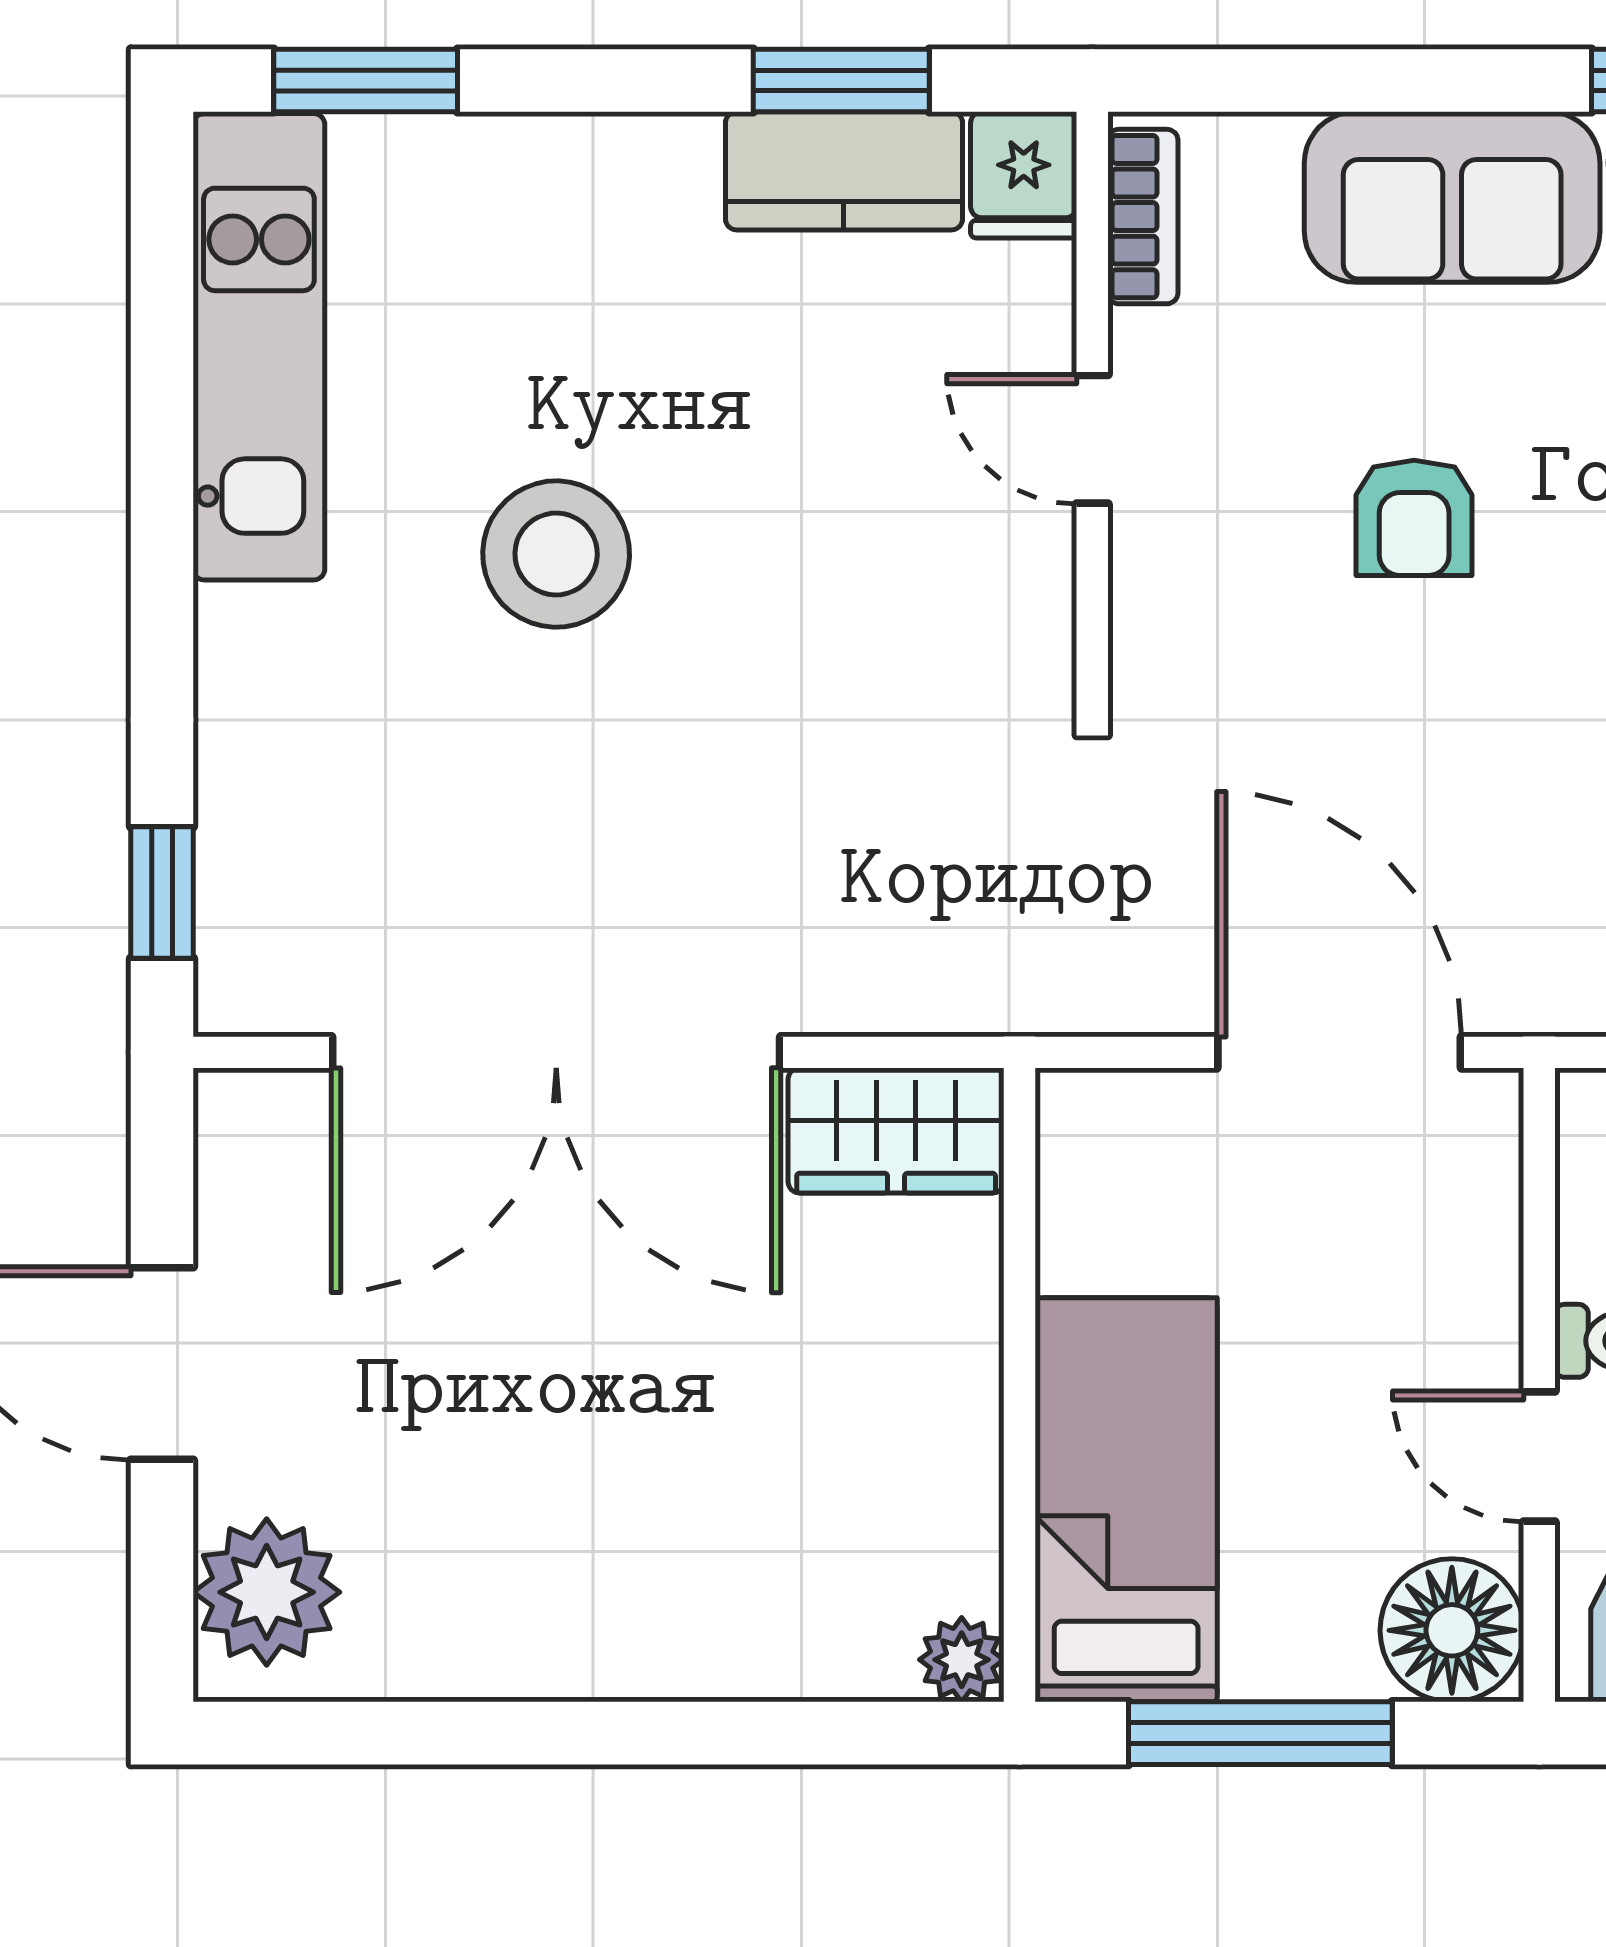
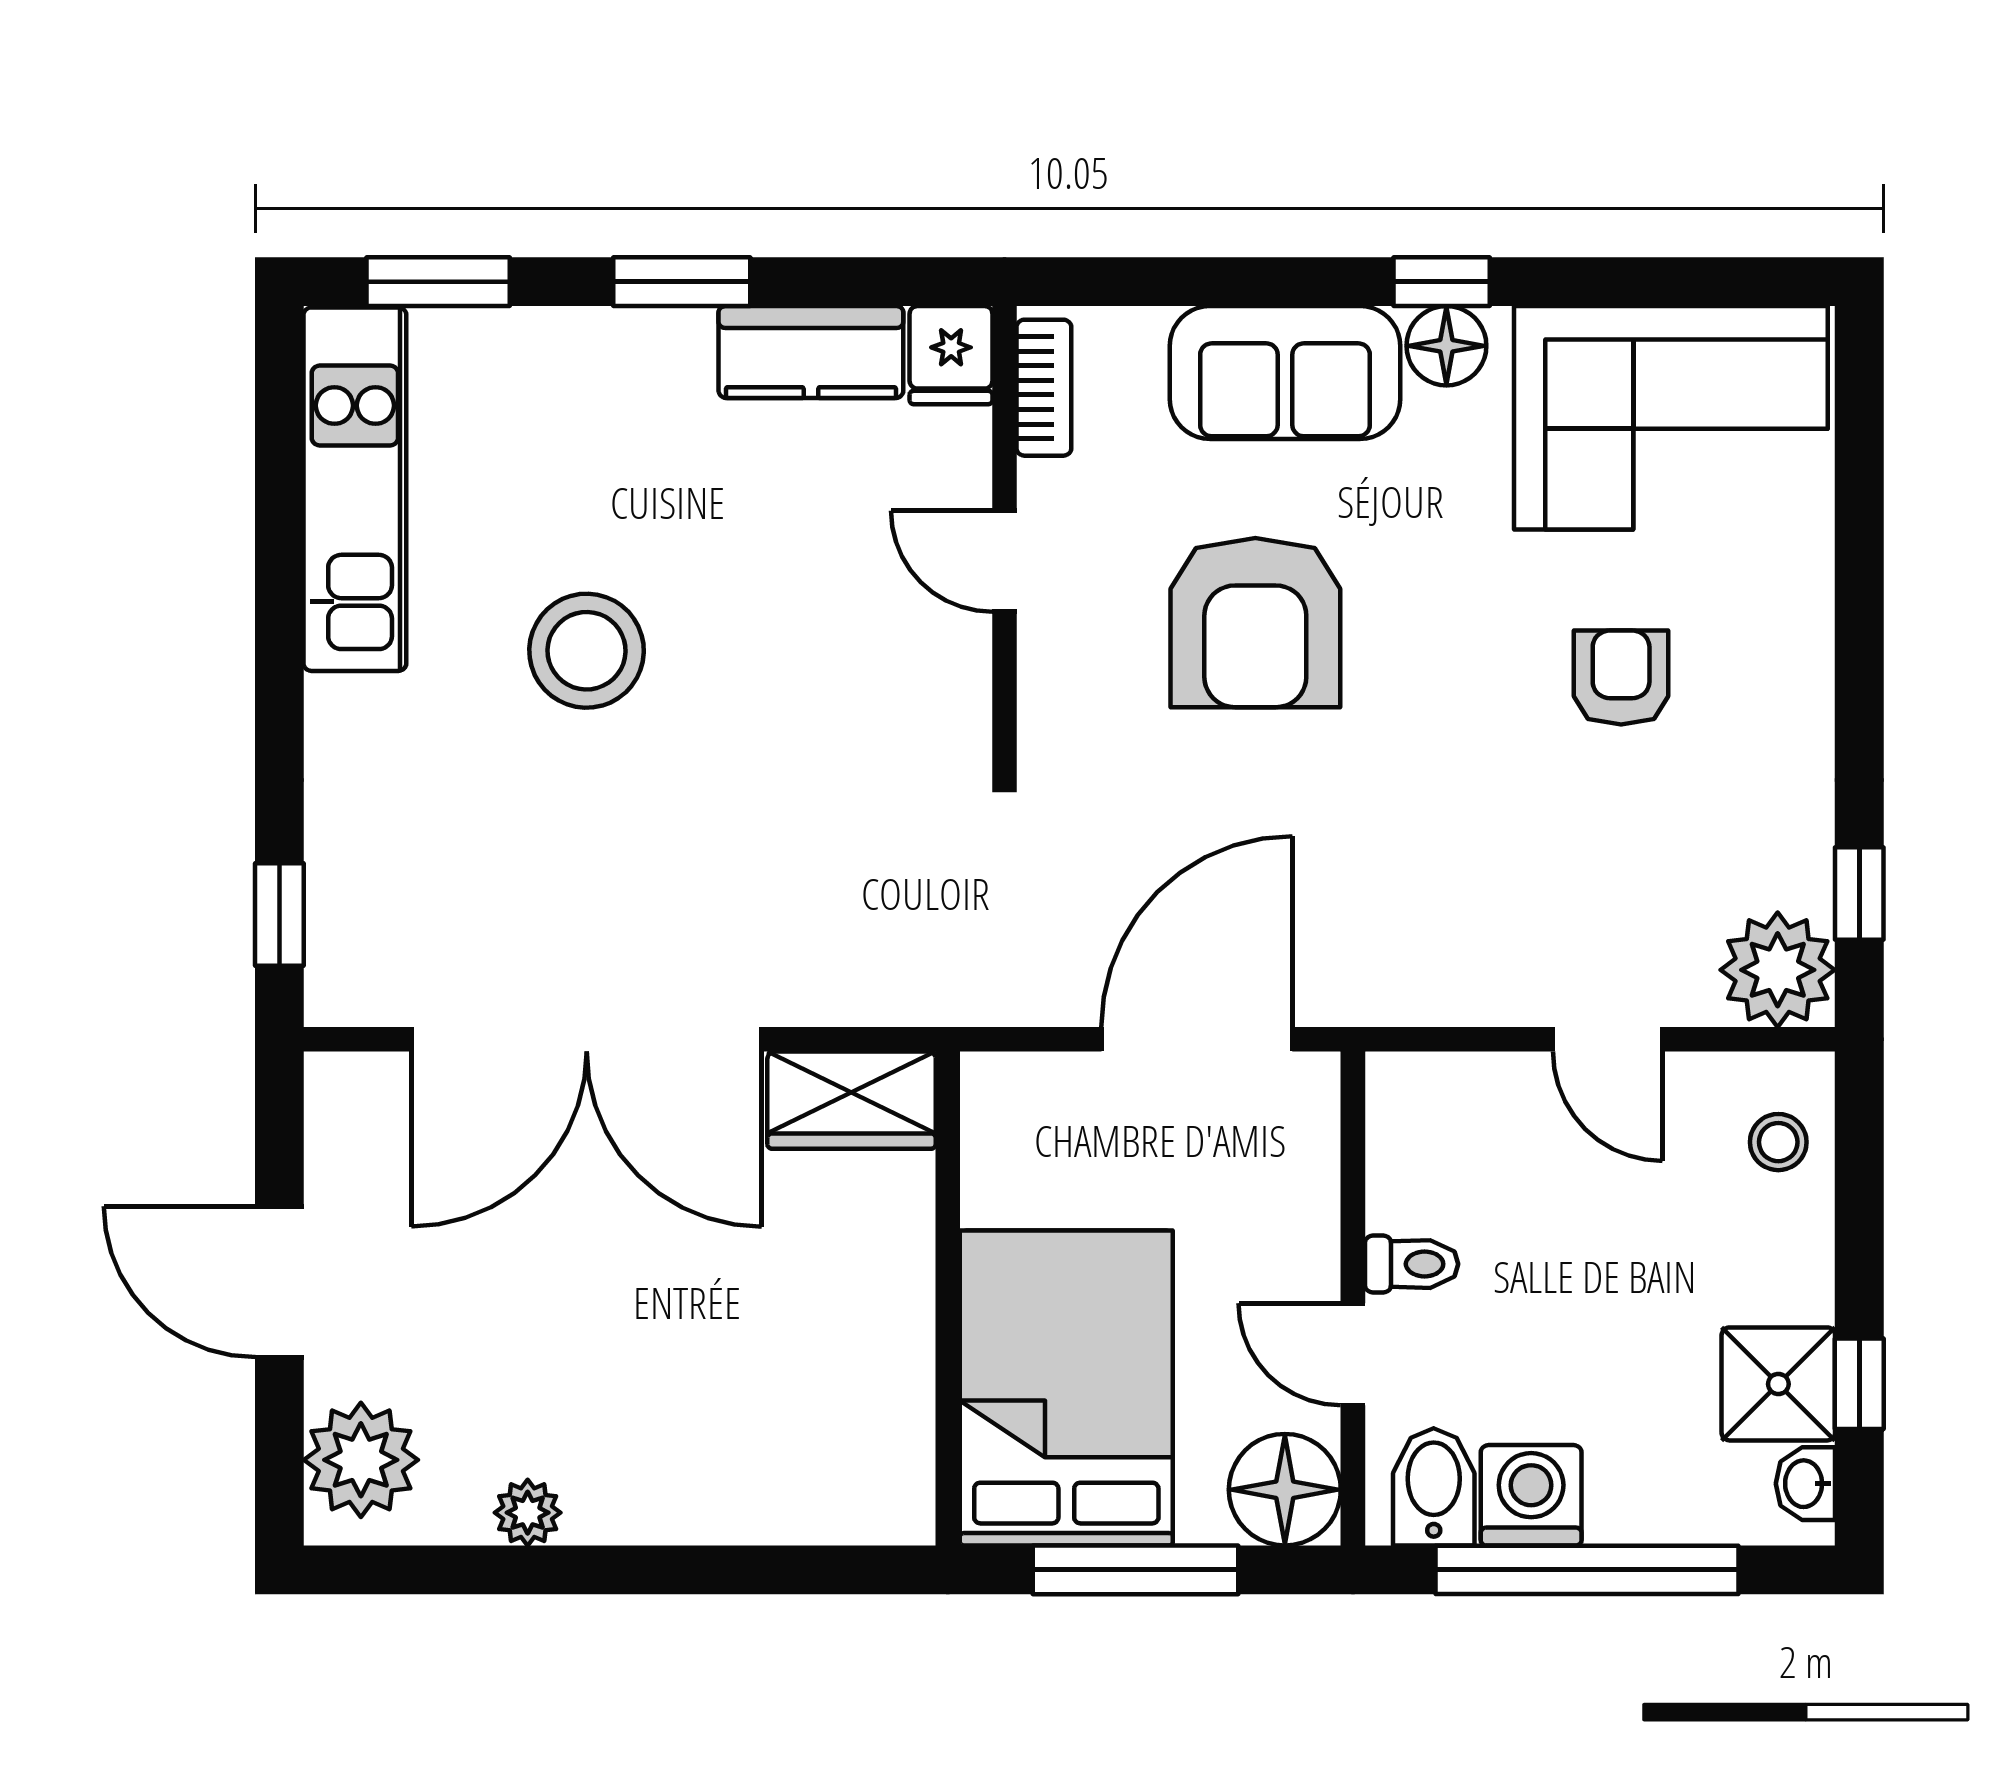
window: (841, 80) -> (682, 282), moved
armchair: (1414, 518) -> (1255, 623), width x1.88, depth x1.88
door: (1339, 1052) -> (1197, 1039), hinge flipped
bed: (1126, 1500) -> (1066, 1388), width x1.50
plant: (962, 1660) -> (528, 1513), moved

